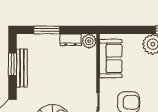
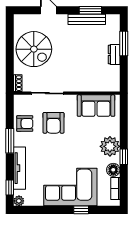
dresser: (71, 40) -> (114, 55), moved
plant: (89, 41) -> (113, 85), removed

